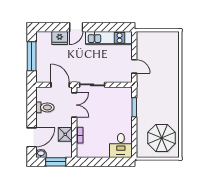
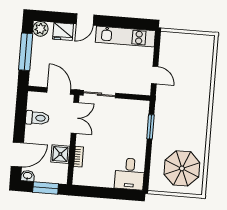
plant: (42, 37) -> (40, 29), added

